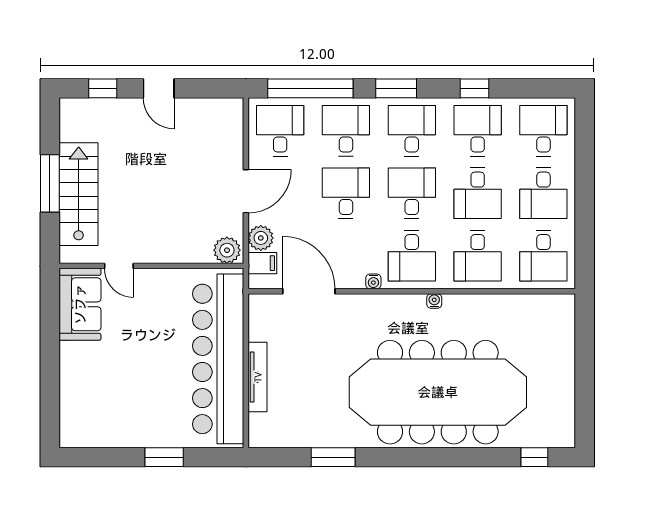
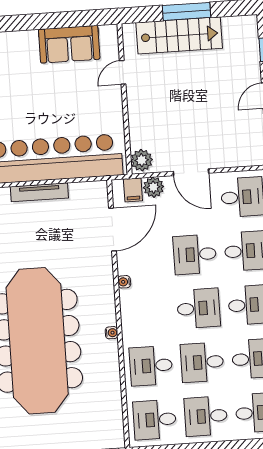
desk: (346, 193) -> (195, 254), turned 180
desk: (412, 256) -> (147, 312), removed
sofa: (80, 304) -> (69, 44), moved

